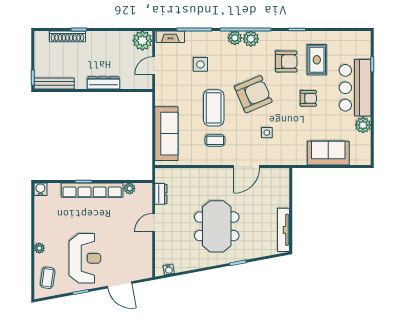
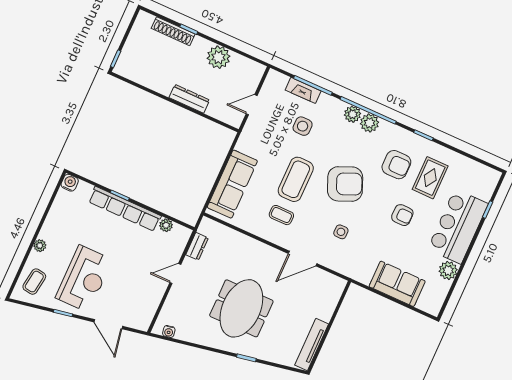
fireplace: (170, 37) -> (303, 90), moved
plant: (142, 41) -> (218, 57), moved
bench: (54, 84) -> (136, 76), removed

